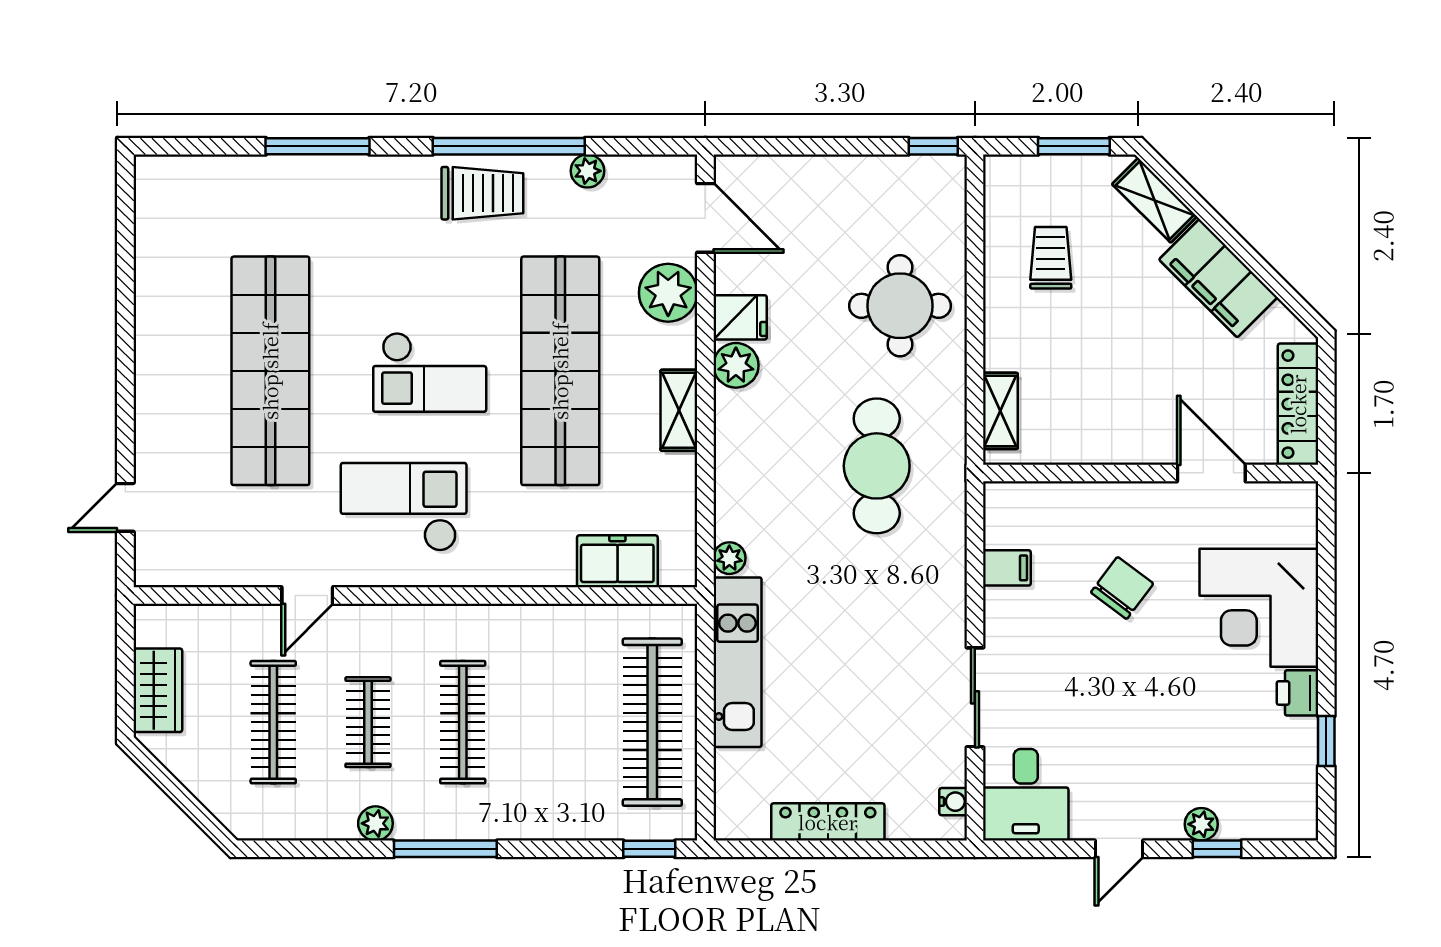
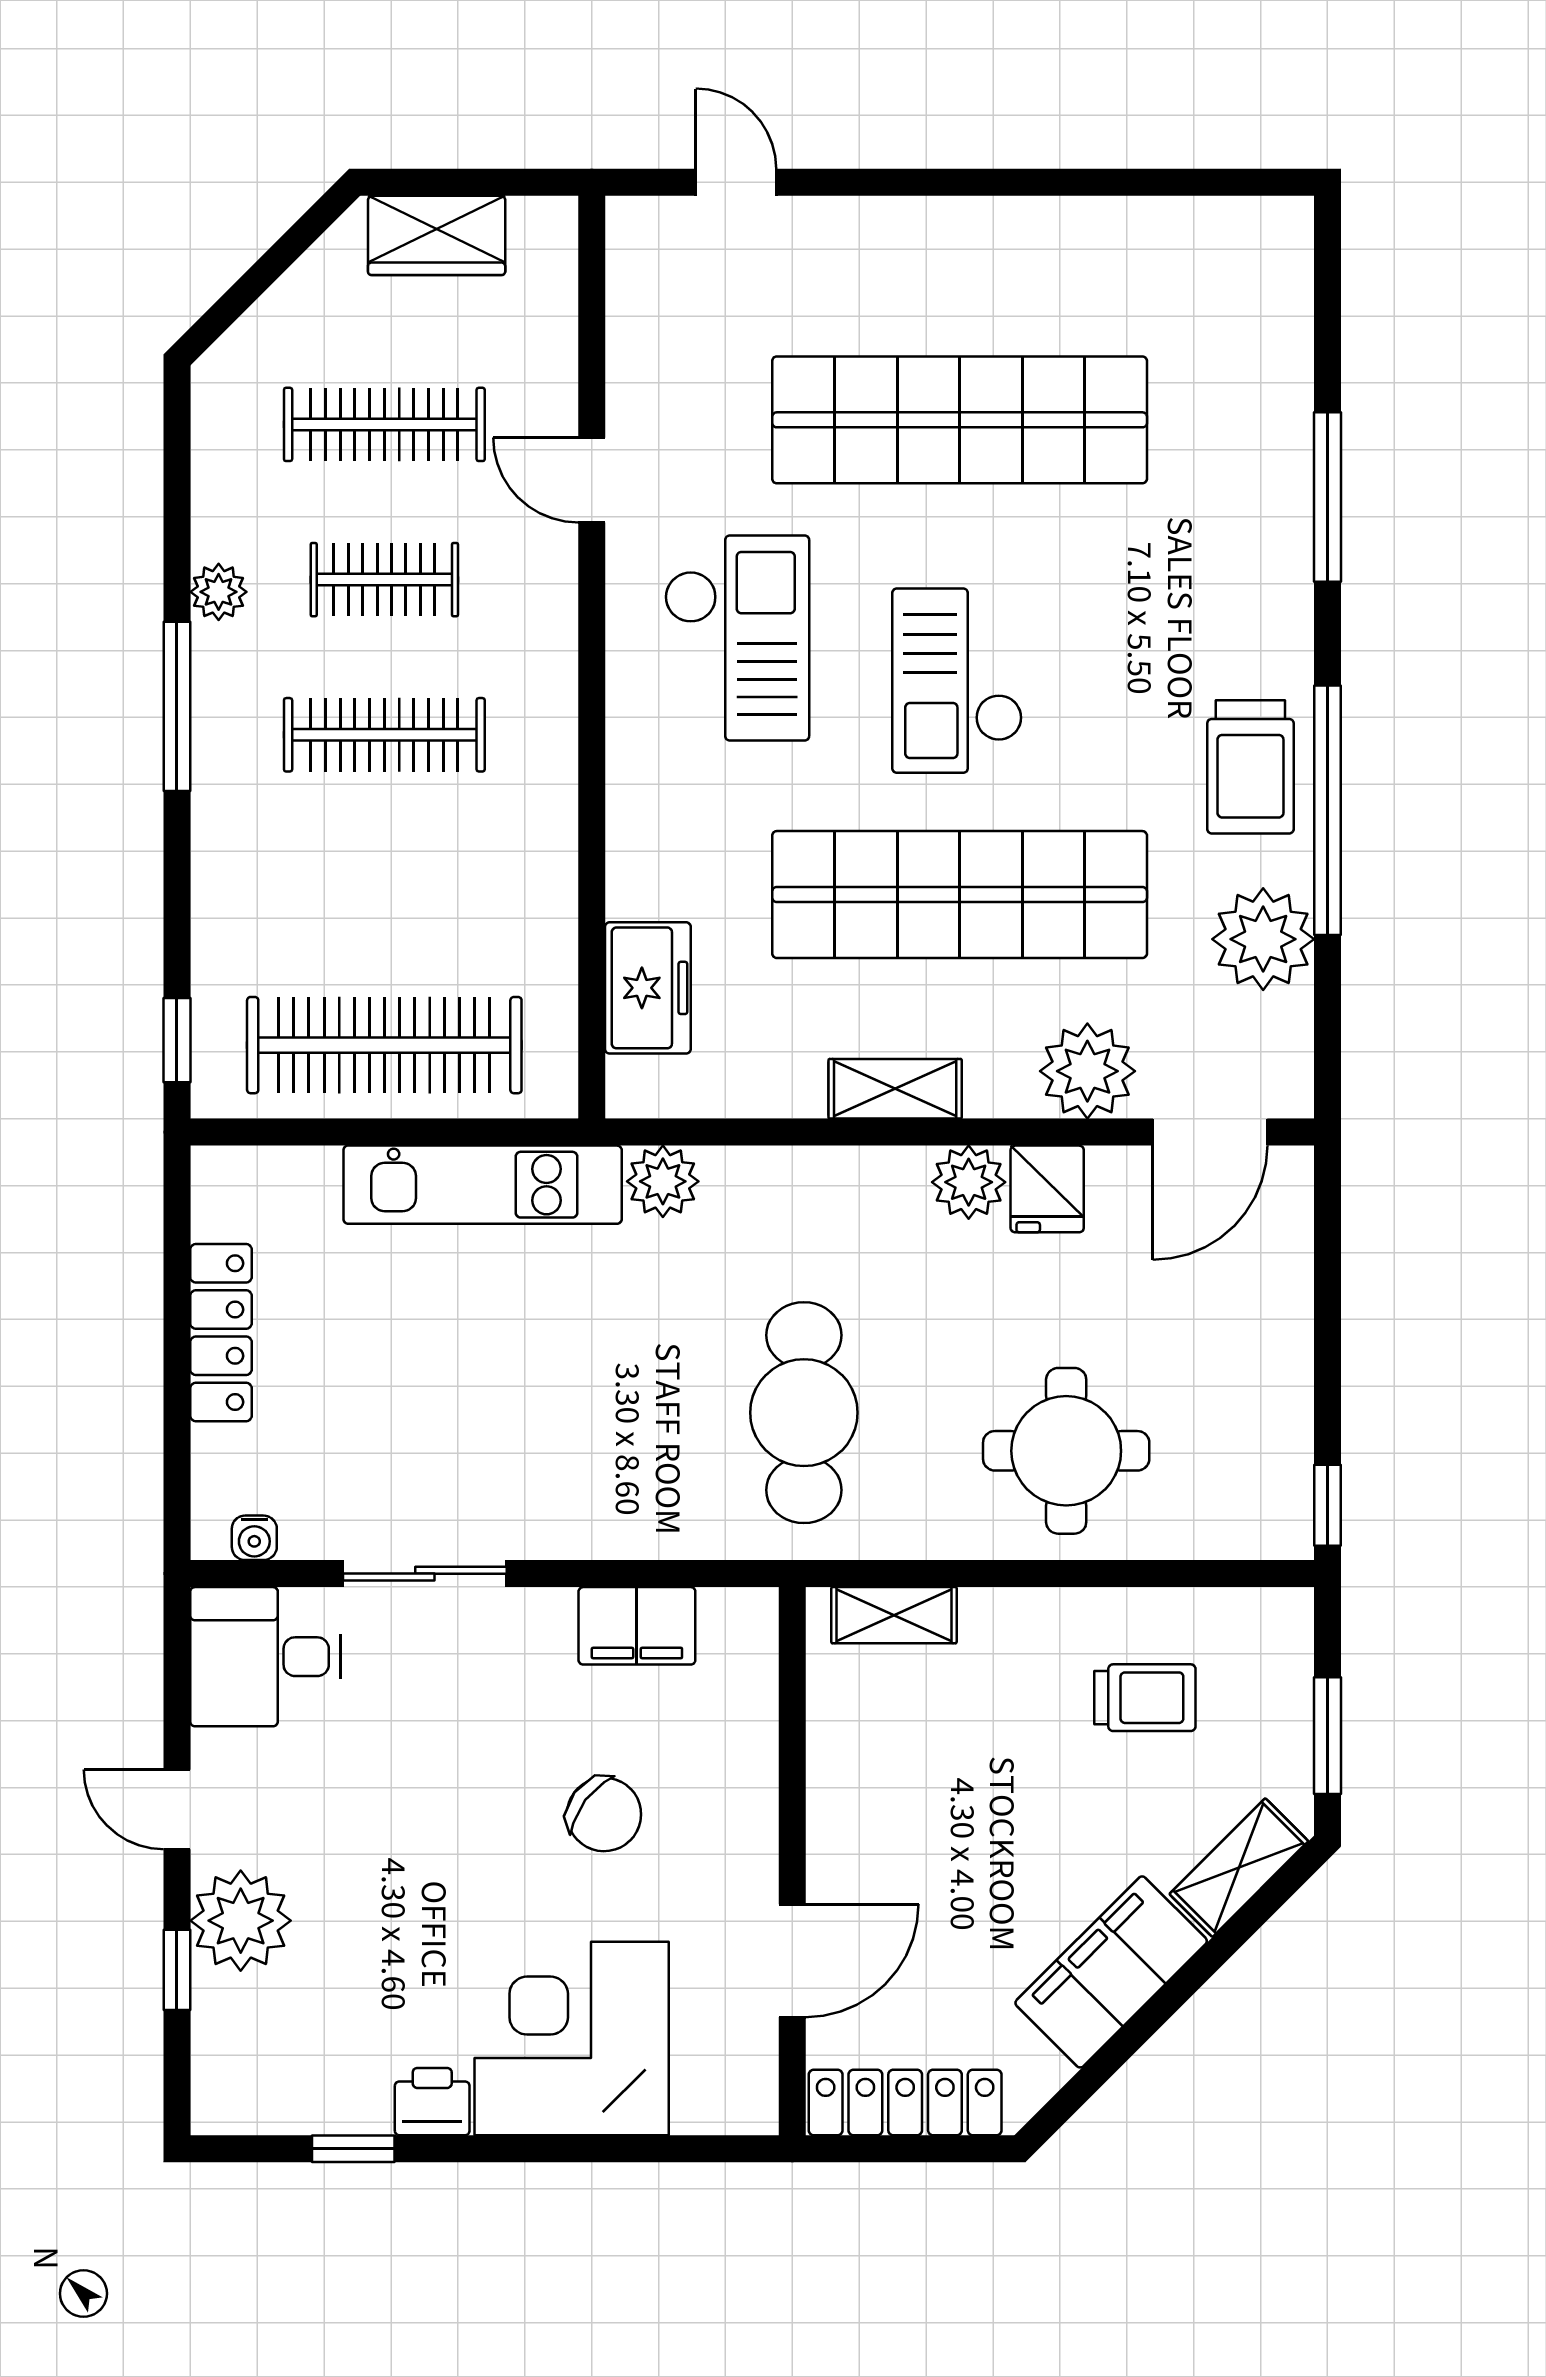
plant: (587, 171) -> (1263, 939), width x1.88, depth x1.88
cafe table: (877, 466) -> (804, 1413), turned 90
plant: (729, 558) -> (663, 1181), width x1.38, depth x1.38
filing cabinet: (1007, 568) -> (637, 1626), width x2.00
plant: (1201, 824) -> (241, 1921), width x1.87, depth x1.87

